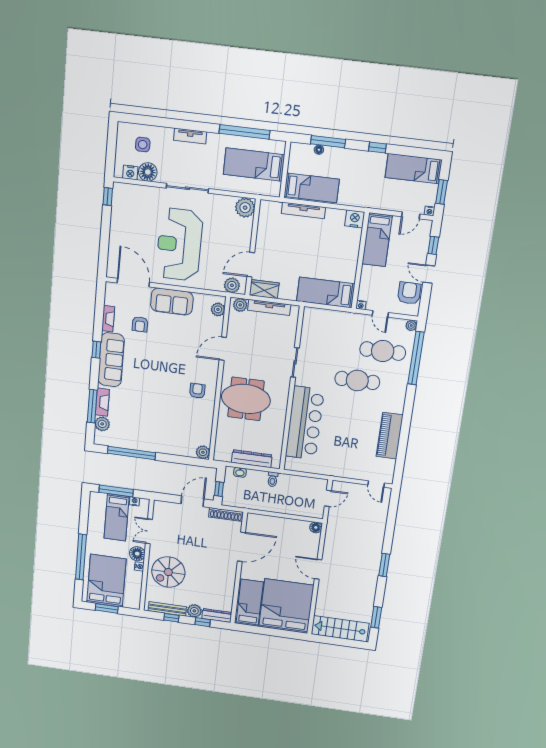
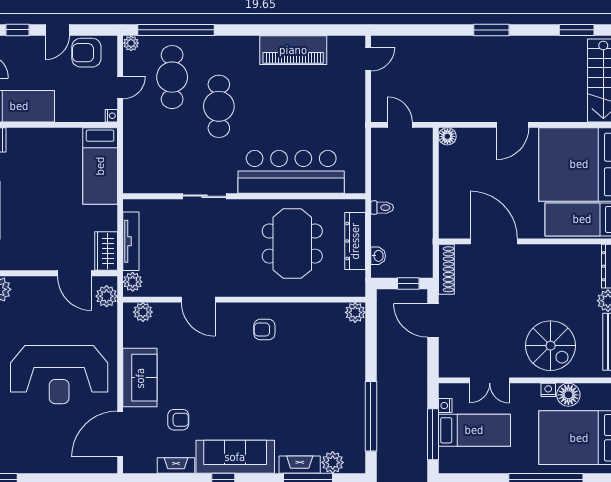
meeting table: (246, 399) -> (292, 244), moved
floor lamp: (137, 554) -> (568, 395), moved

